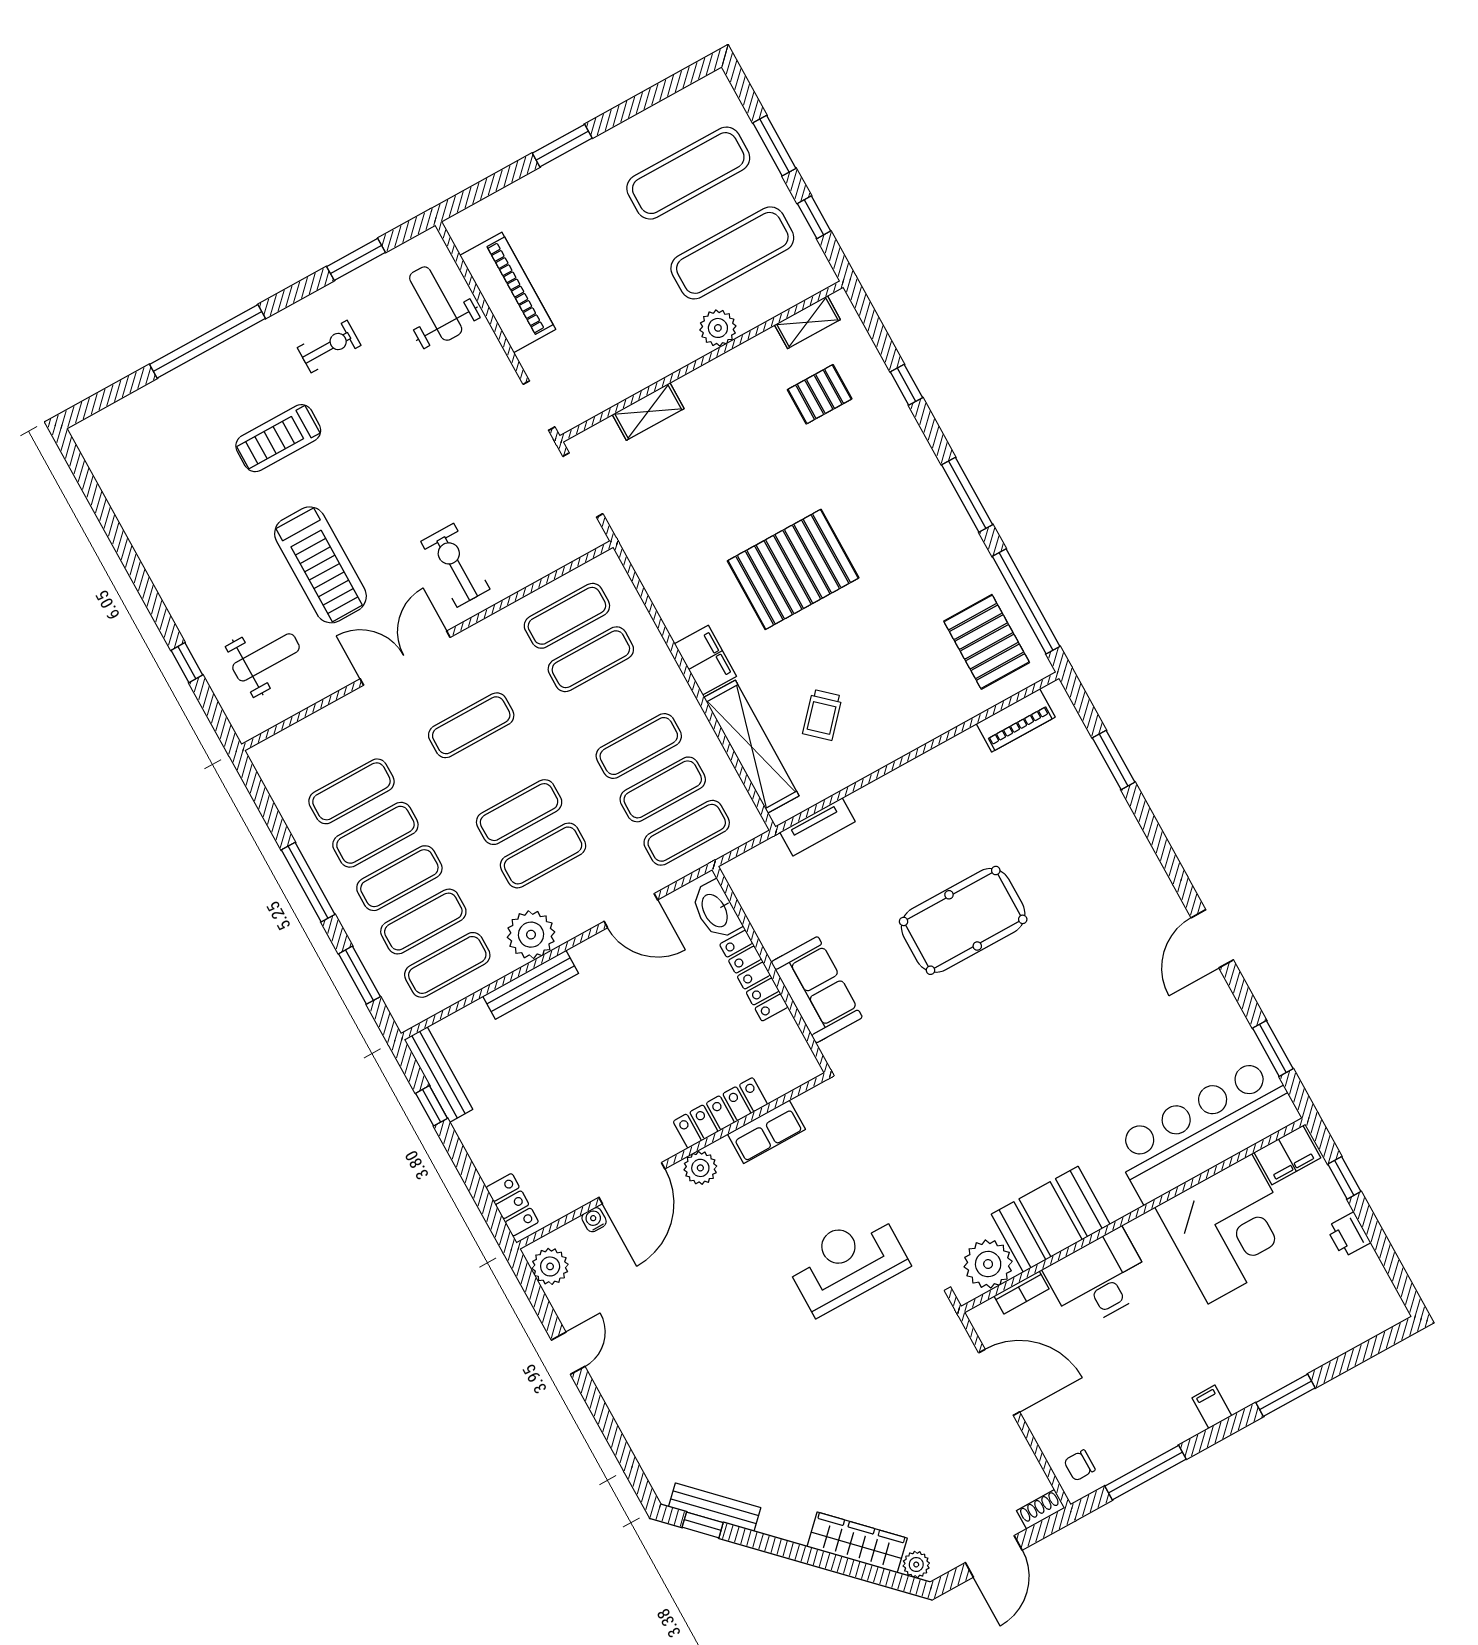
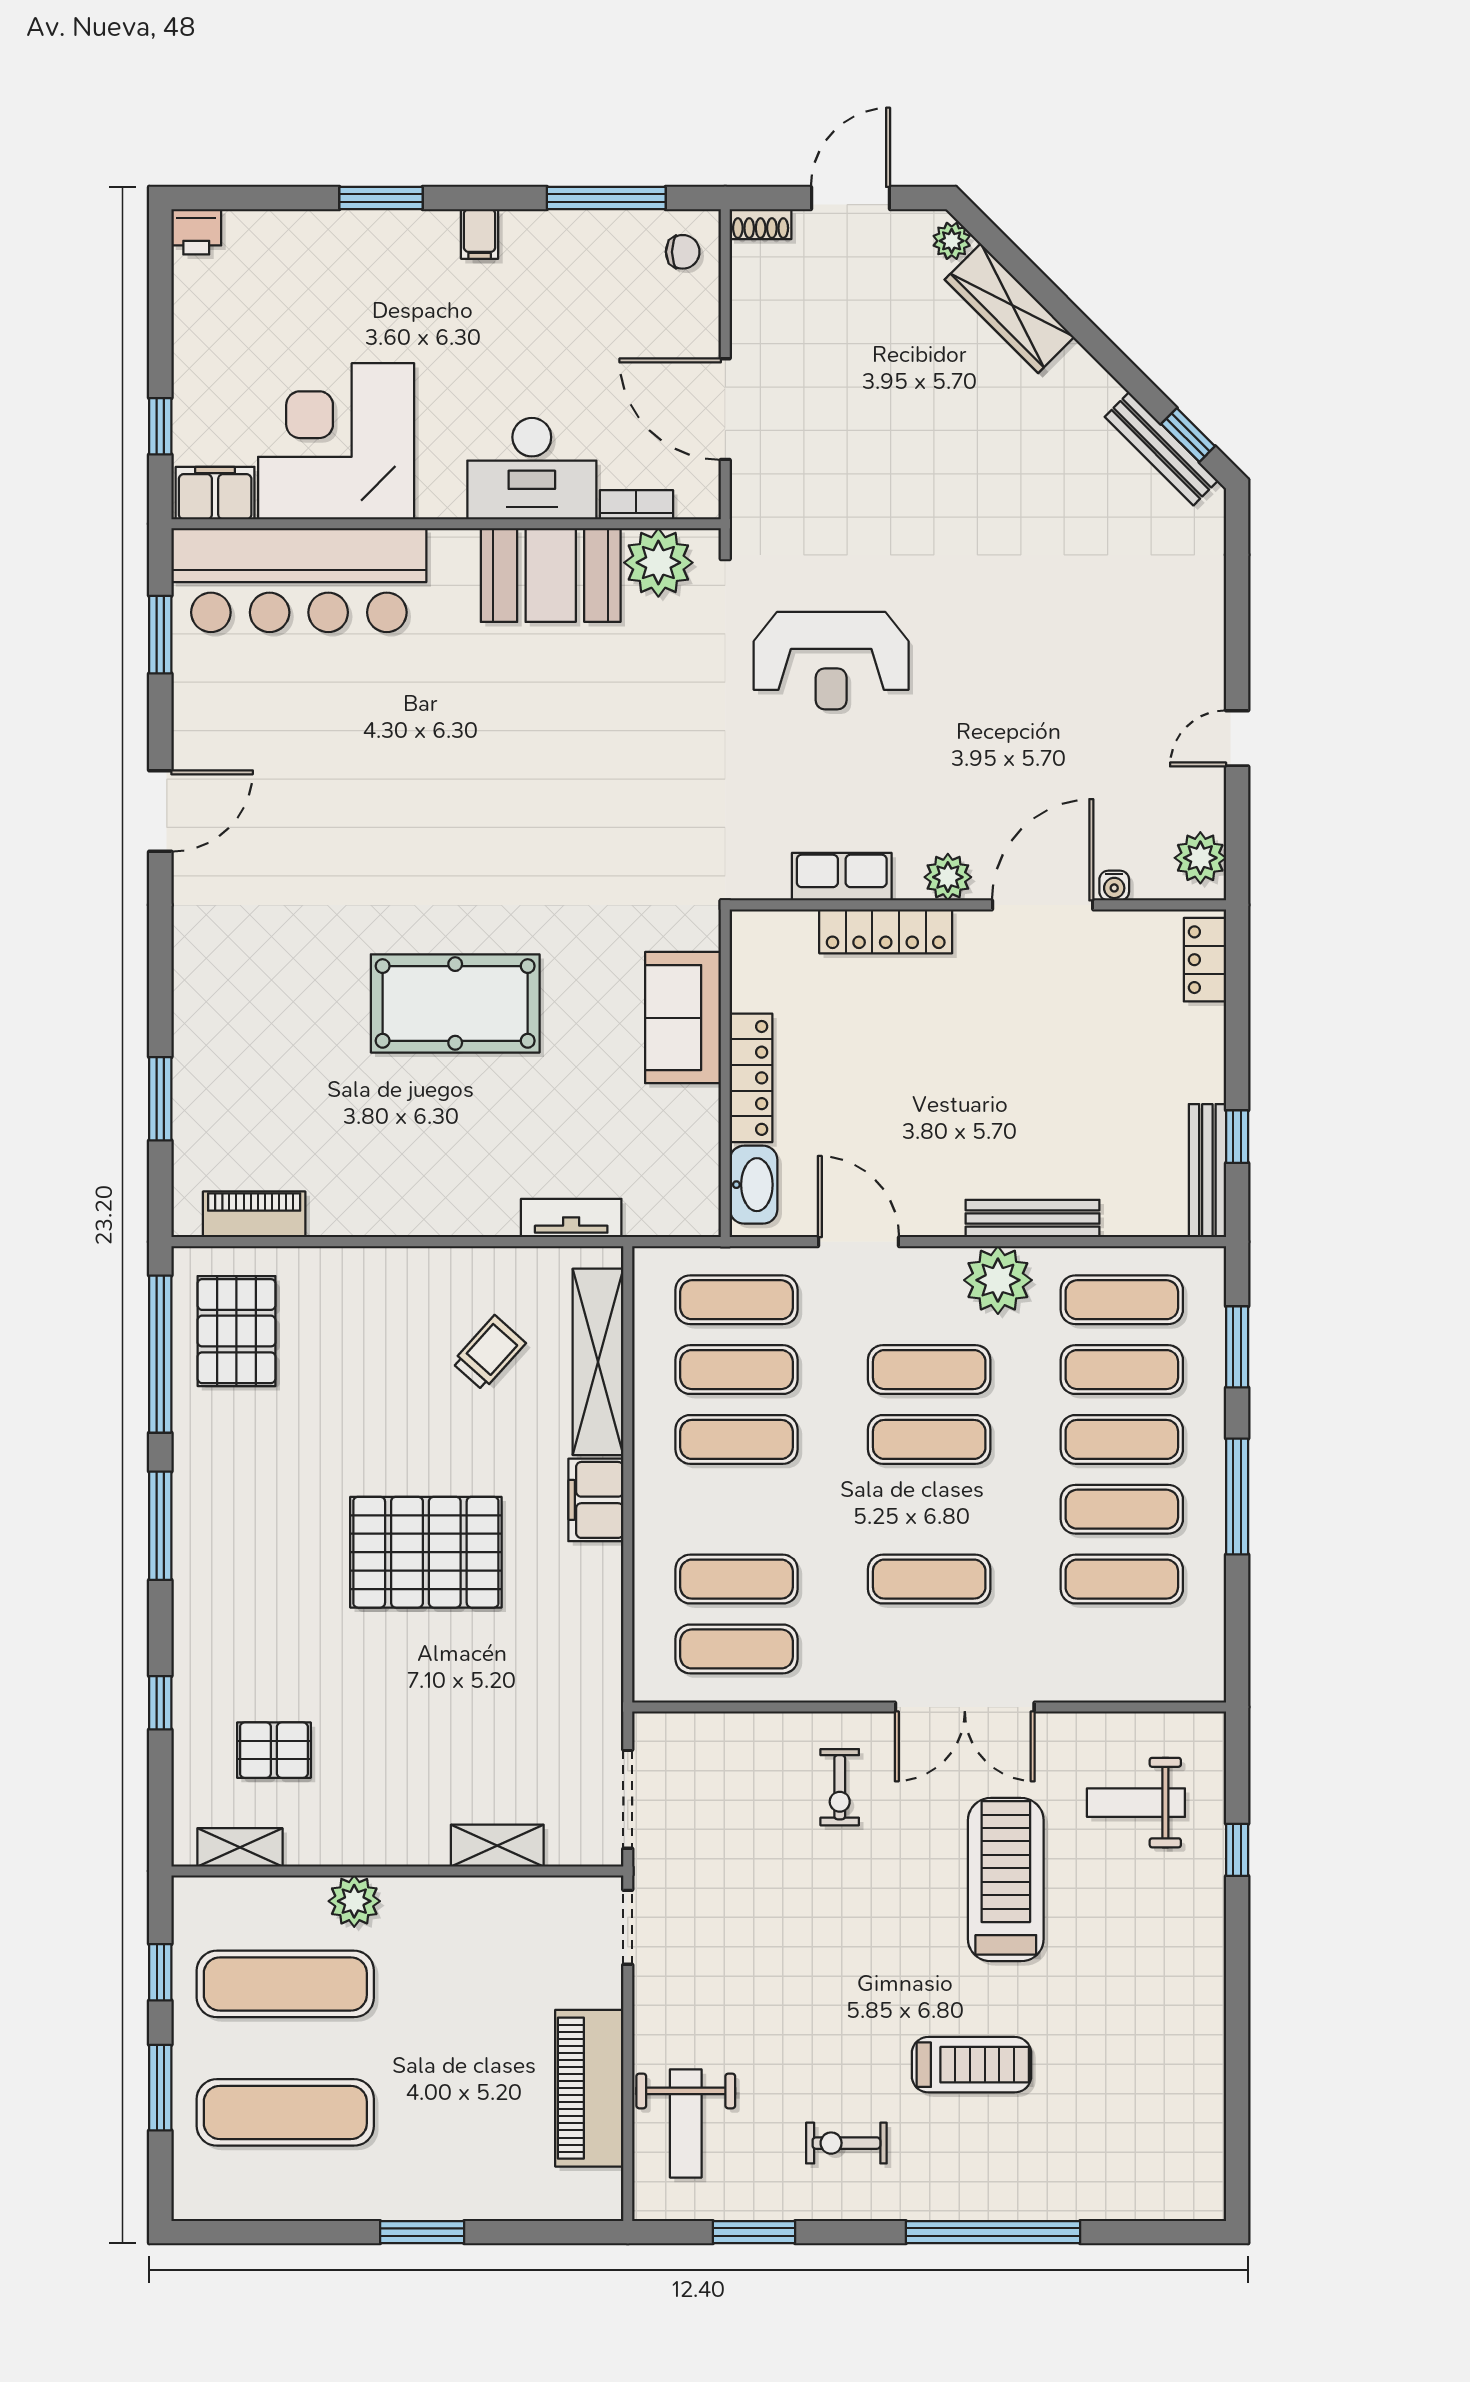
exercise bike: (455, 565) -> (840, 1787), width x0.73, depth x0.72
printer: (1348, 1235) -> (196, 232), moved, turned 90

